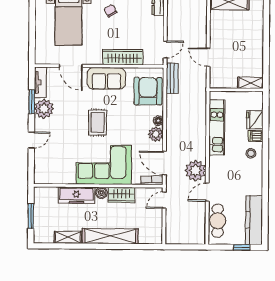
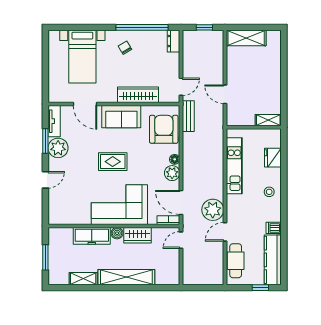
rug: (98, 122) -> (113, 162), turned 90
dishwasher: (256, 136) -> (274, 228), moved

